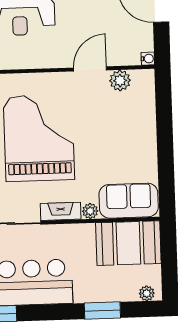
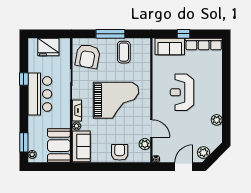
armchair: (137, 128) -> (120, 152), added
window: (102, 310) -> (24, 142), moved

